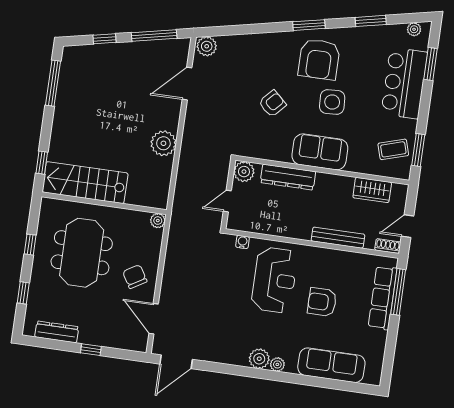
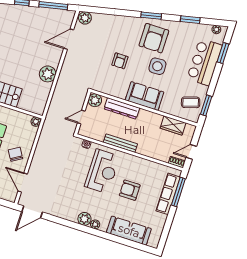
armchair: (272, 104) -> (120, 61), turned 137
bench: (338, 238) -> (120, 143), moved

